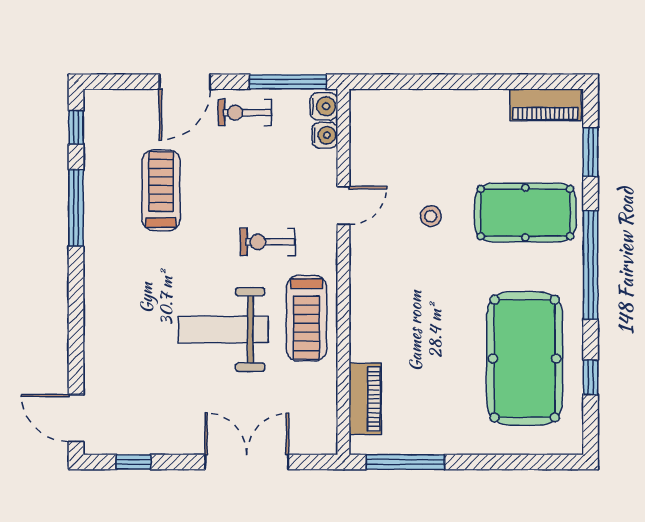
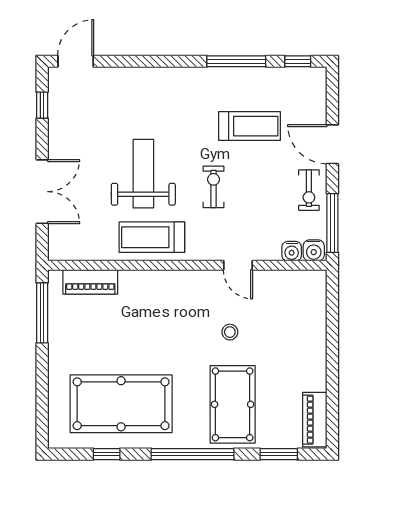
exercise bike: (245, 113) -> (309, 190), turned 180
exercise bike: (268, 242) -> (214, 187), moved

